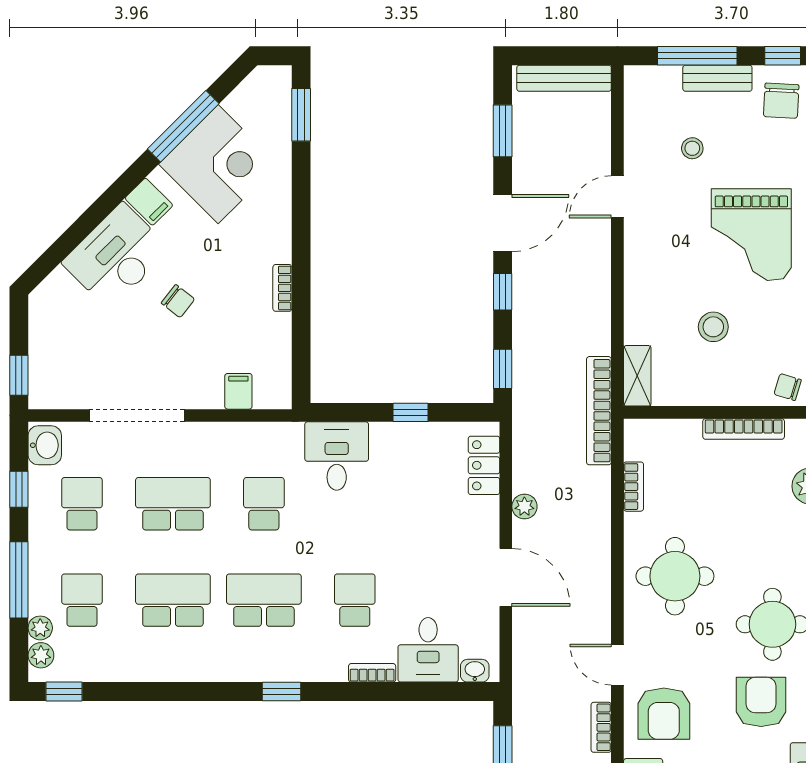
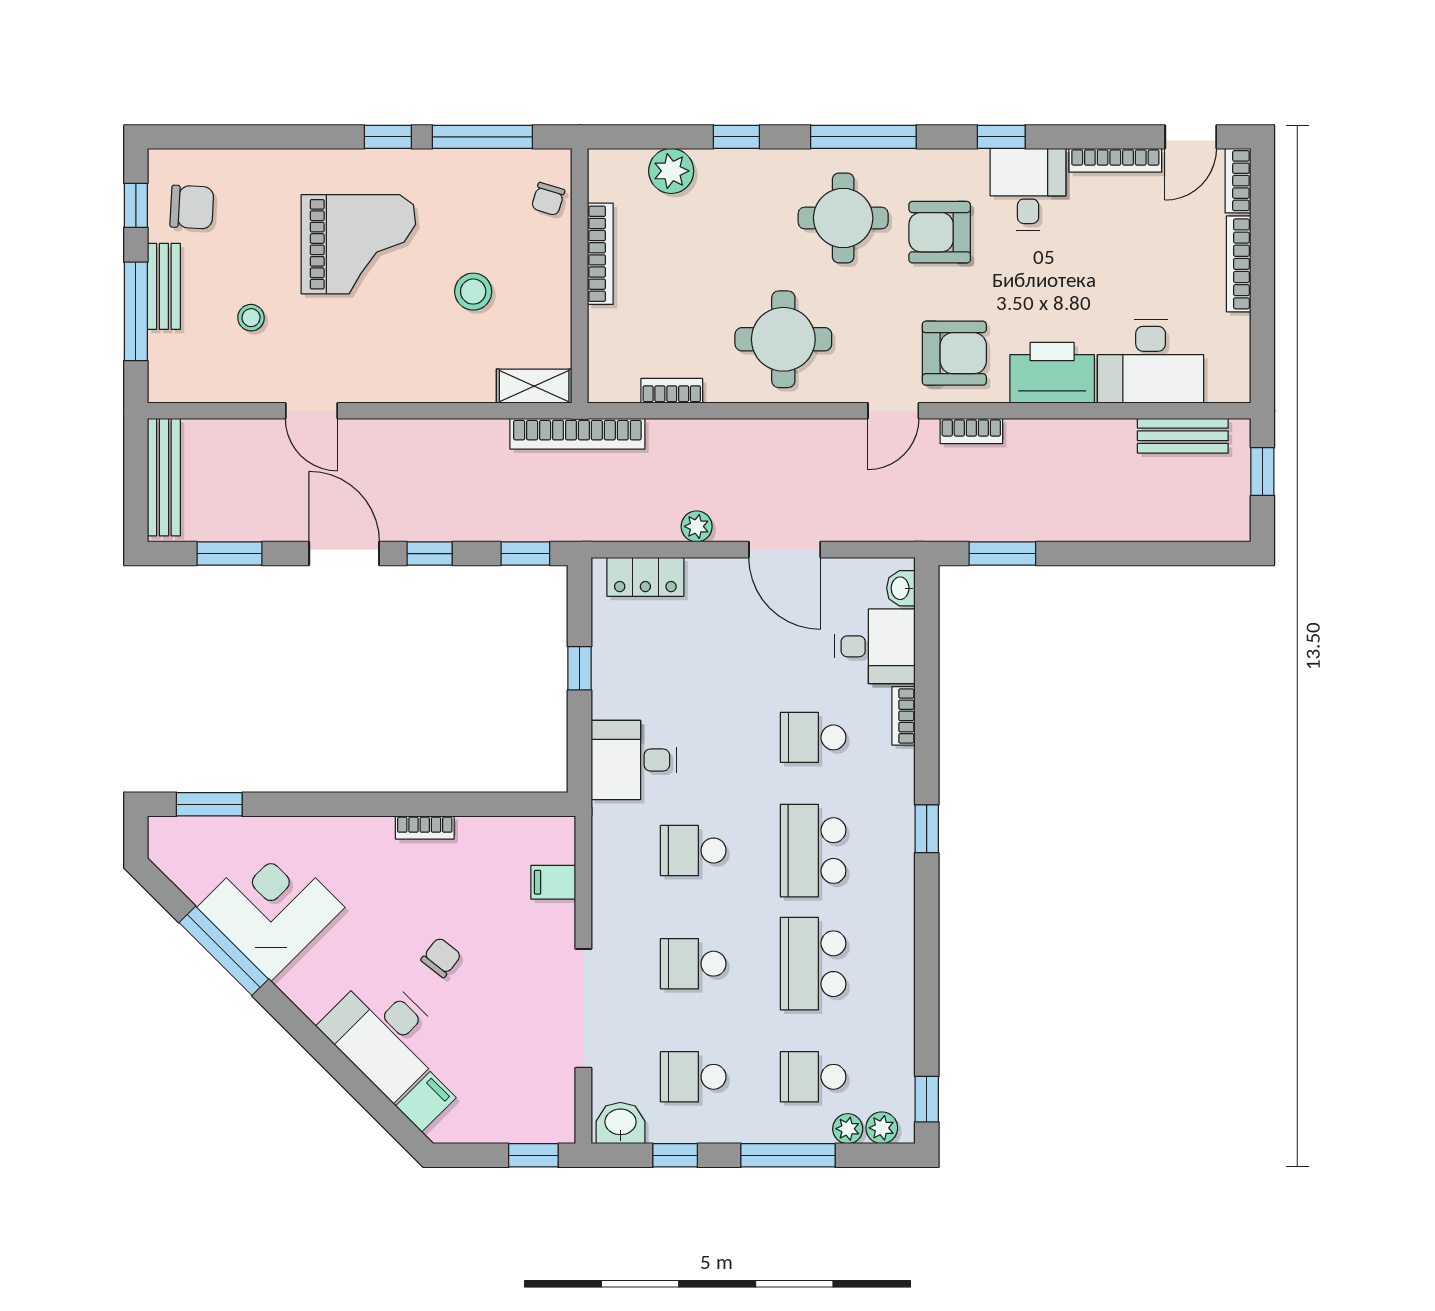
filing cabinet: (149, 202) -> (426, 1102), moved
school desk: (173, 504) -> (693, 964), width x0.54
door: (506, 577) -> (785, 550), swing flipped

